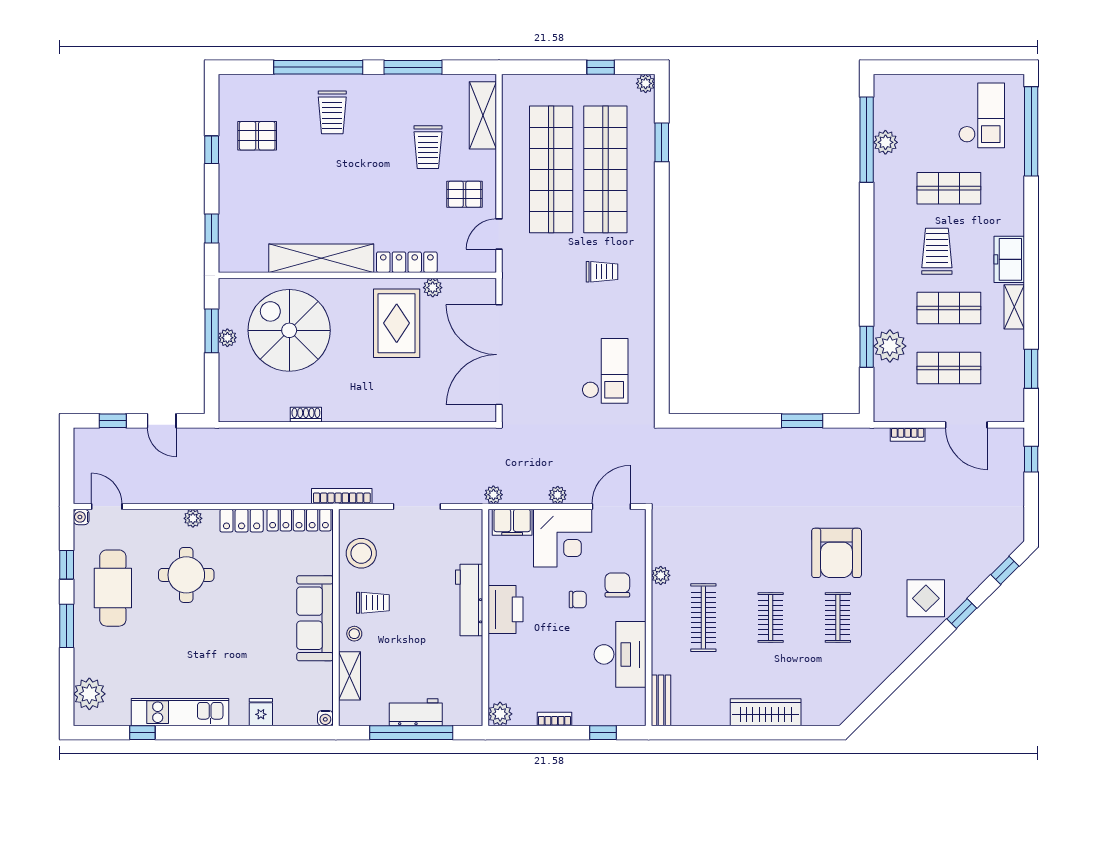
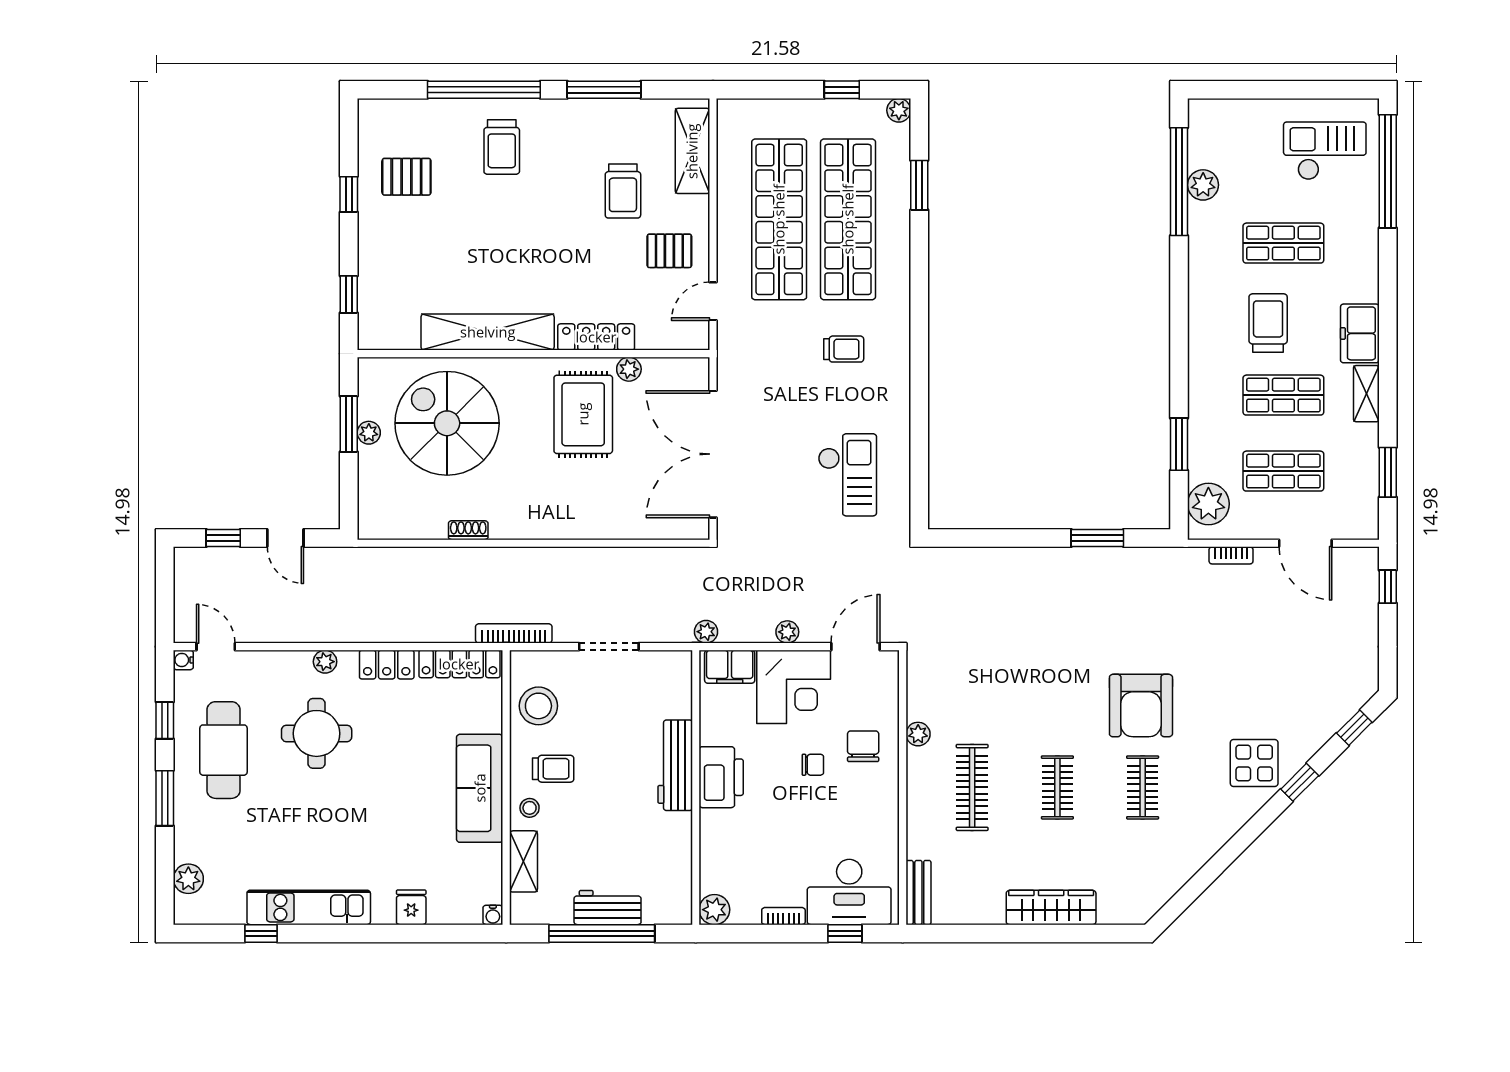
checkout: (982, 115) -> (1325, 151), turned -90
plant: (890, 346) -> (1208, 504), moved
desk: (620, 654) -> (849, 892), moved, turned 90
plant: (89, 694) -> (188, 879), width x0.73, depth x0.73

